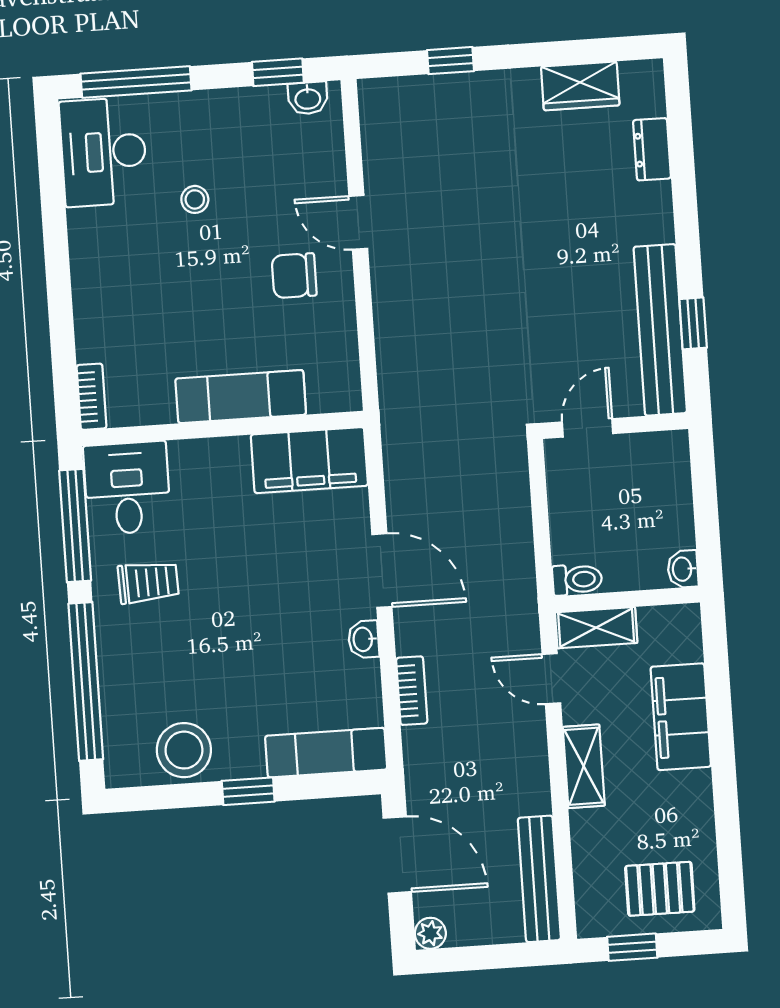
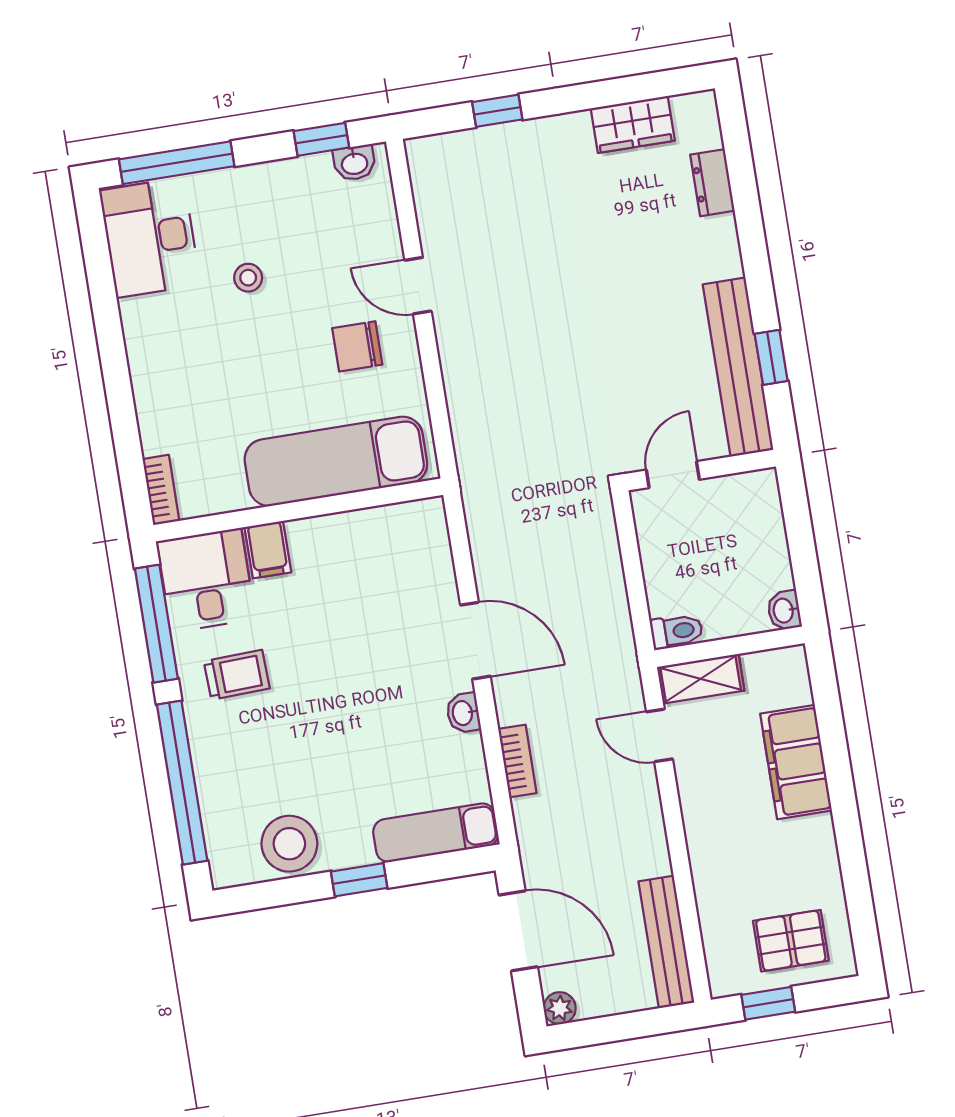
exam couch: (241, 397) -> (336, 461), width x1.36, depth x1.45
filing cabinet: (309, 460) -> (268, 550), moved, width x0.33, depth x0.86
shelving: (584, 766) -> (701, 822), removed

